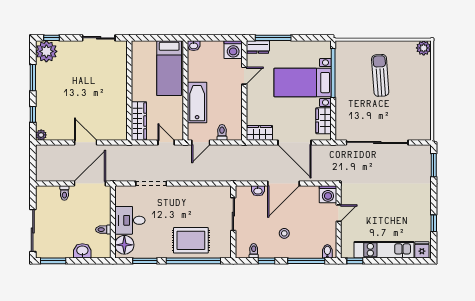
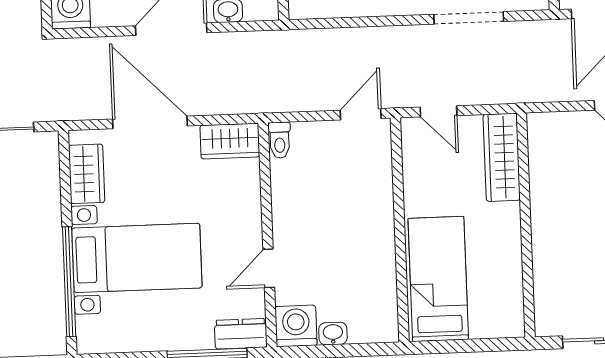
washbasin: (194, 46) -> (333, 334), moved
bathtub: (197, 103) -> (372, 204), removed
toilet: (222, 132) -> (280, 140), moved

